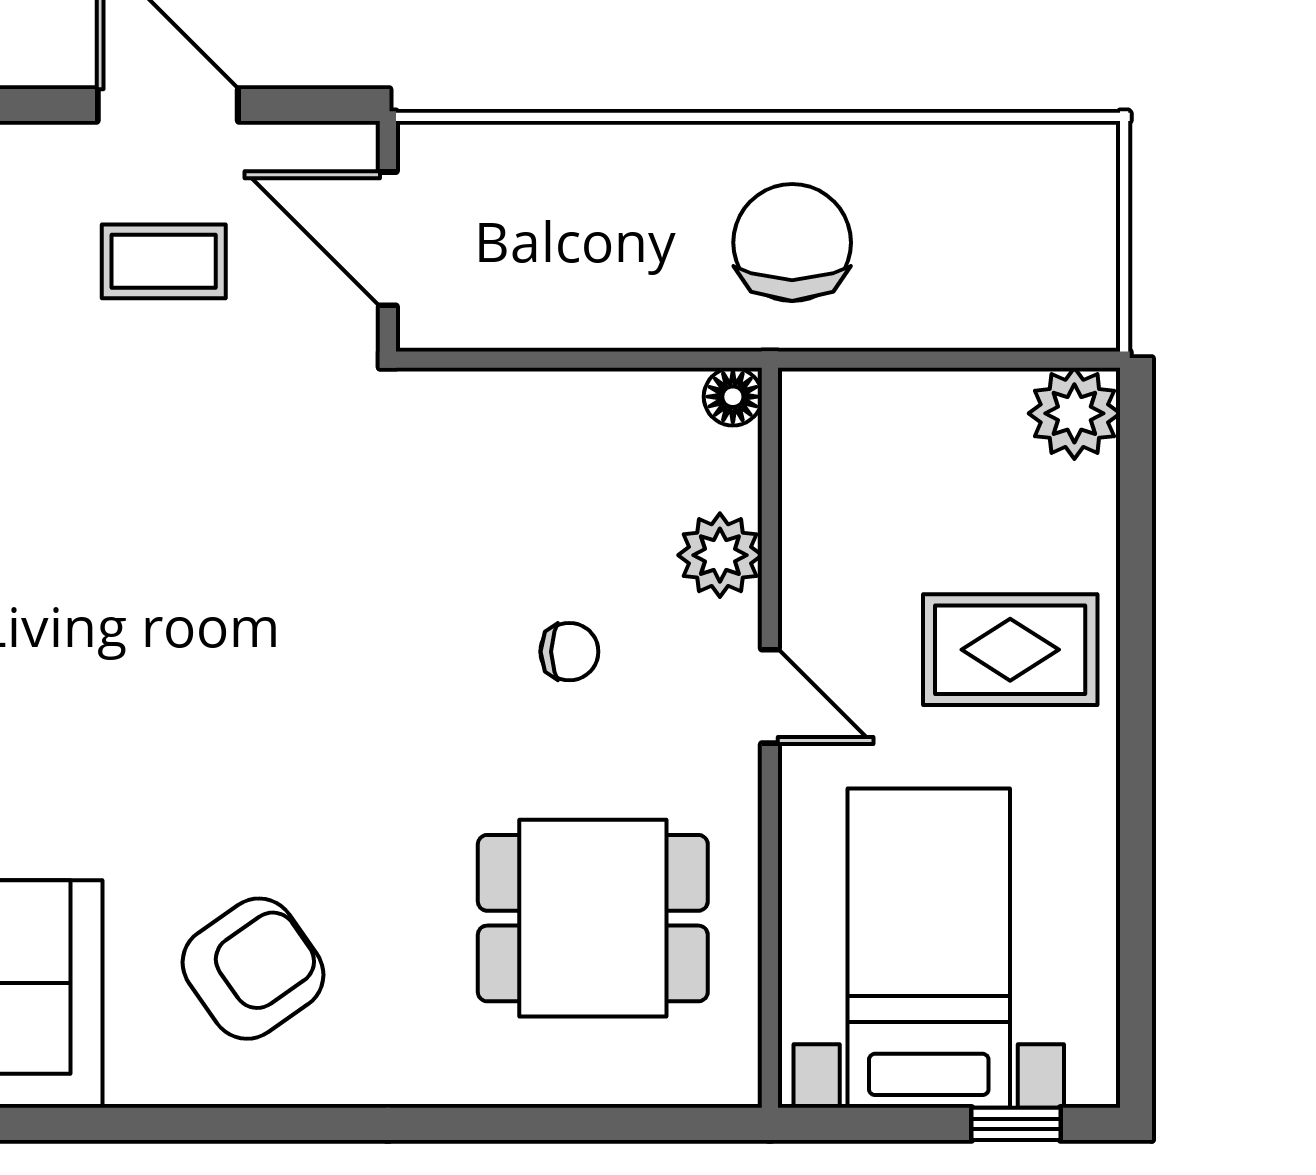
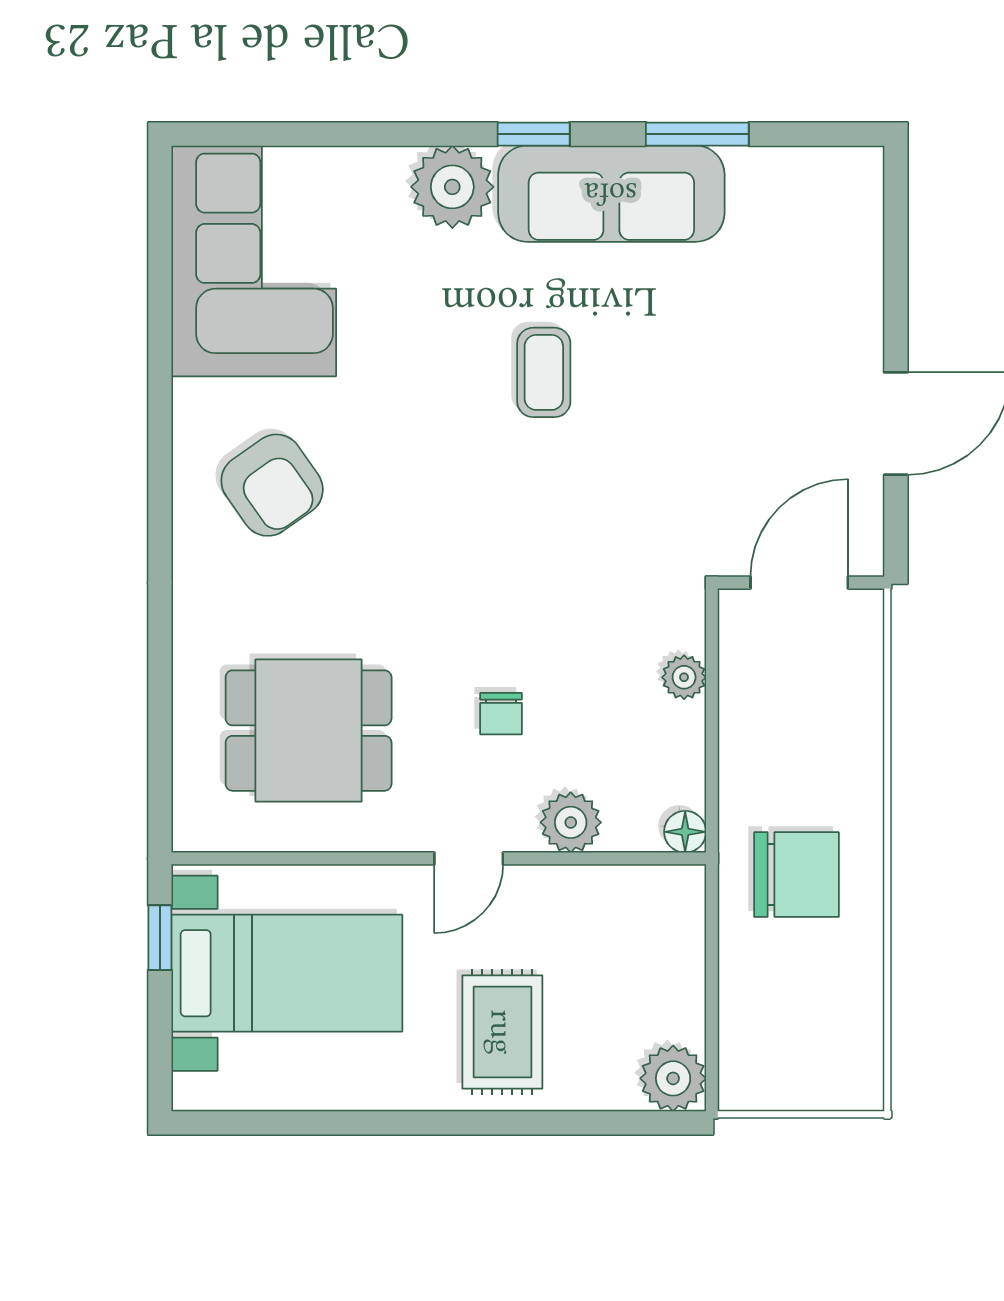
coffee table: (164, 261) -> (544, 372), moved
plant: (519, 398) -> (684, 677), added
dining table: (593, 918) -> (309, 731), turned 90
window: (1016, 1124) -> (160, 938), moved

